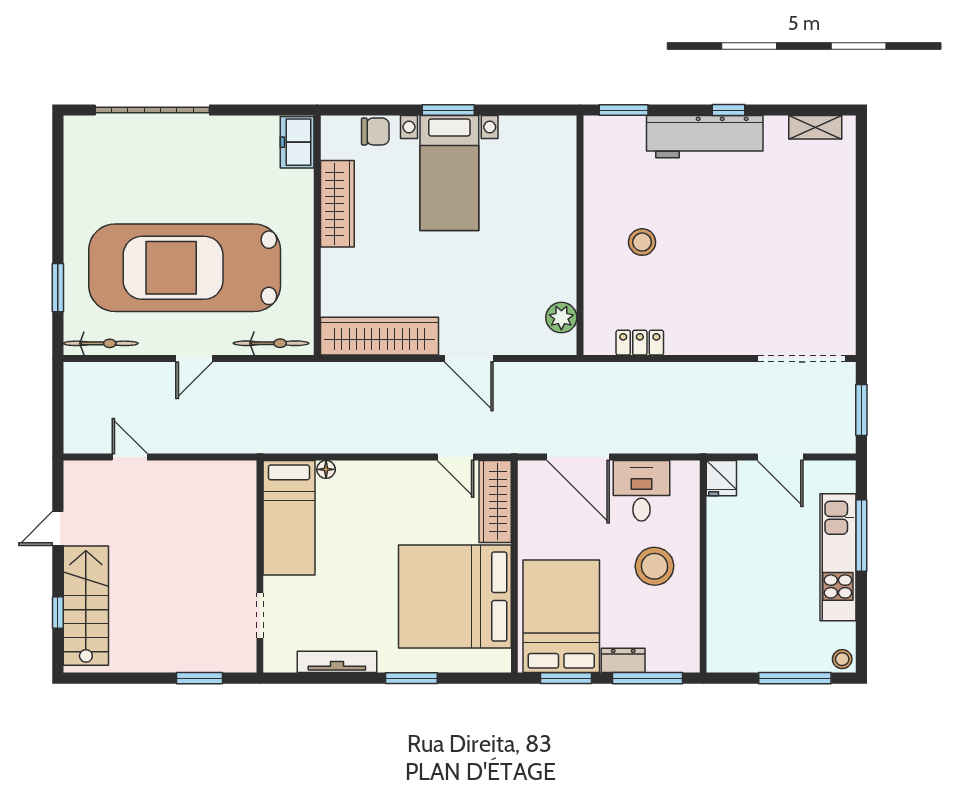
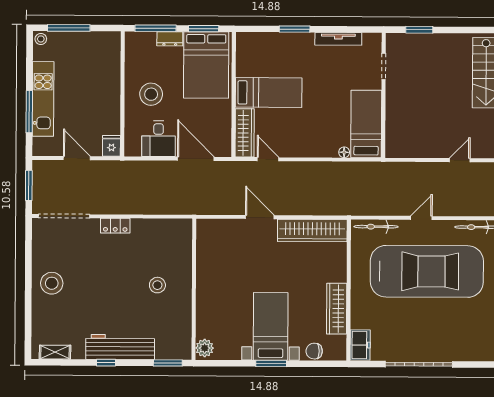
garage door: (152, 110) -> (419, 364), moved
stool: (822, 244) -> (52, 283), added
plant: (561, 318) -> (205, 348), moved
locker: (640, 343) -> (115, 226), moved
door: (130, 457) -> (460, 160), swing flipped
bed: (455, 597) -> (269, 93), width x0.49

